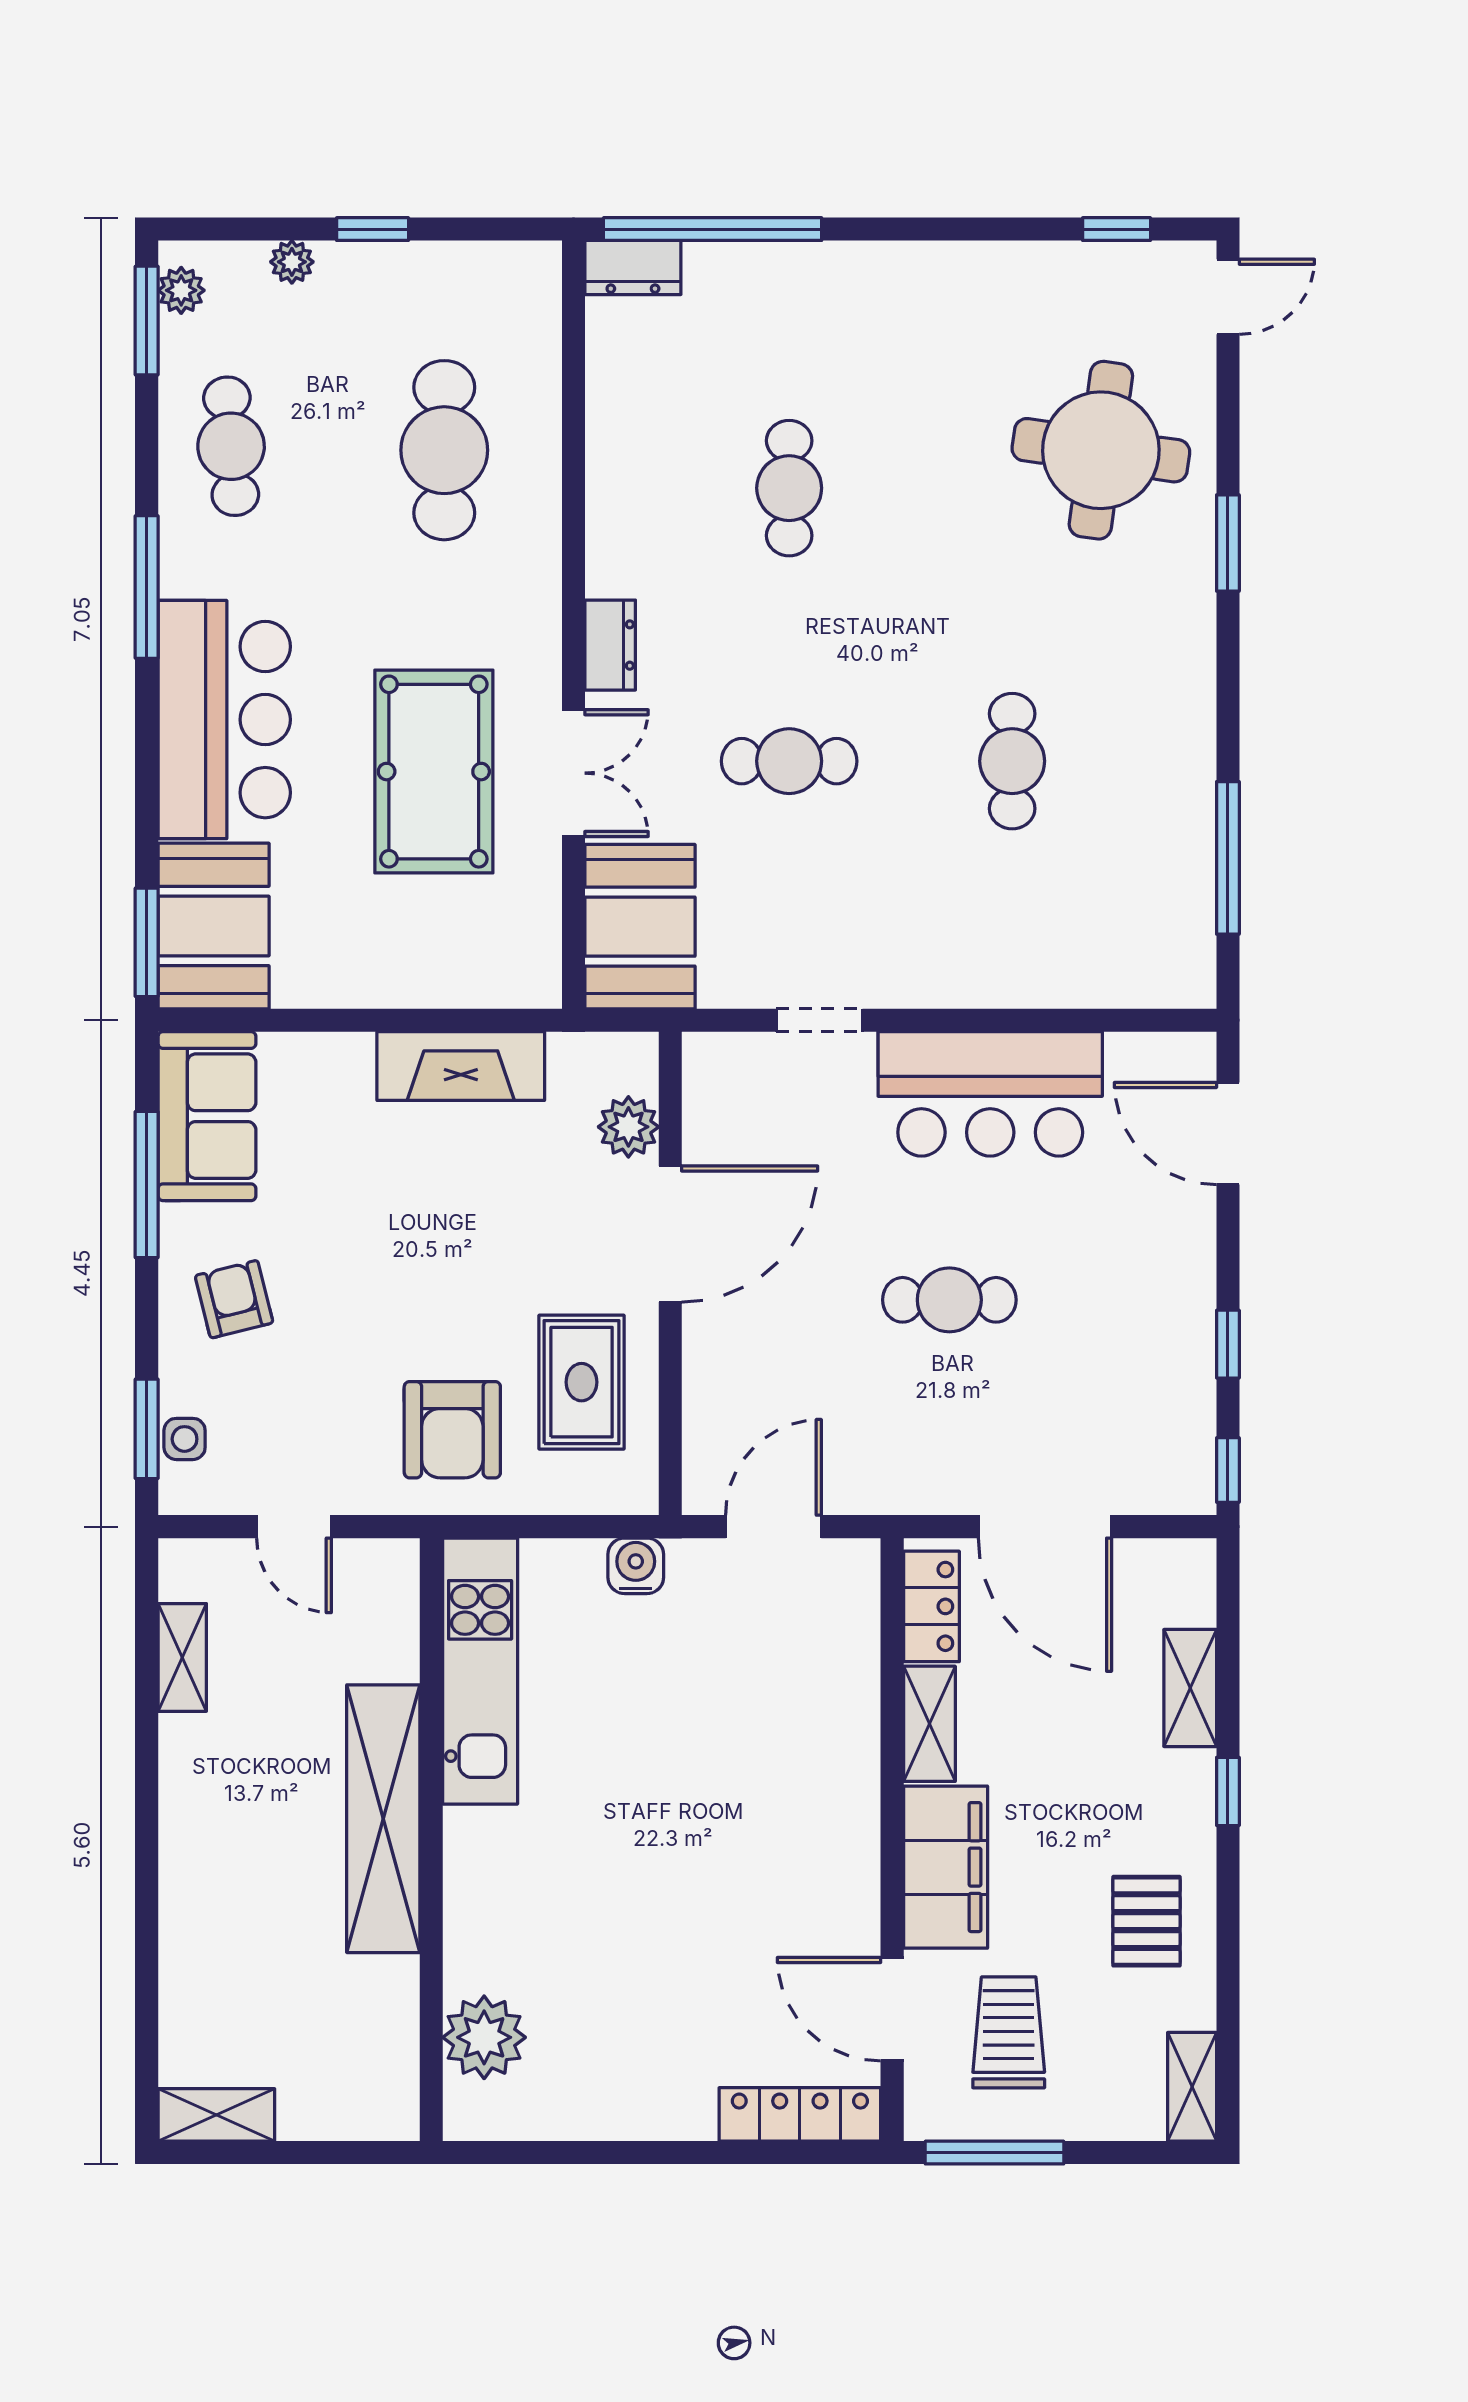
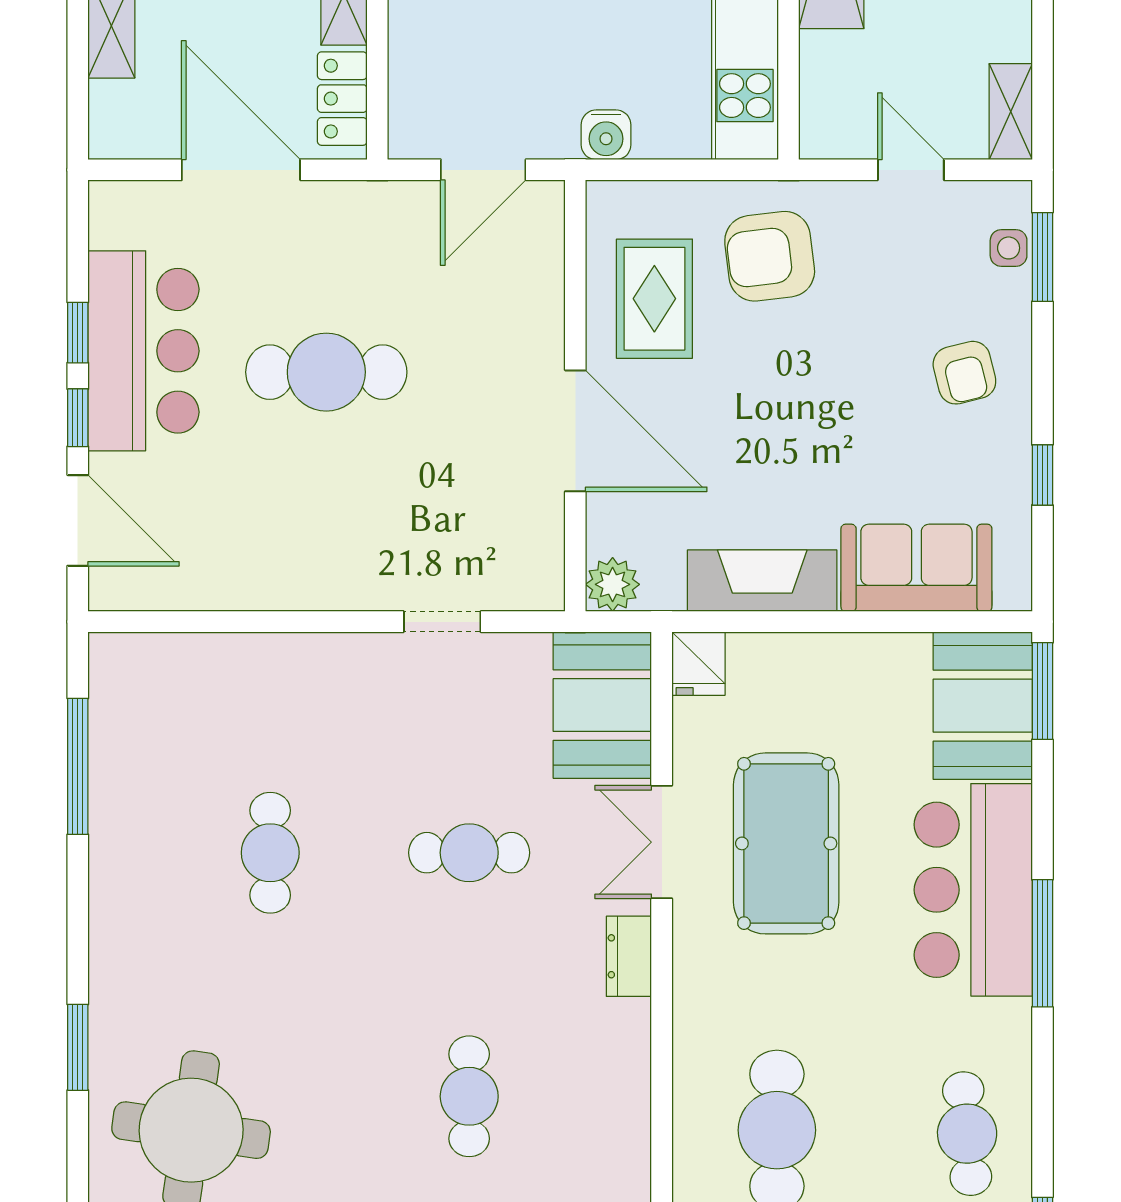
window: (147, 587) -> (1042, 943), moved
fridge: (532, 973) -> (698, 664), added
bar counter: (990, 1094) -> (143, 351), moved, turned 90
sofa: (207, 1116) -> (916, 568), moved, turned 90
plant: (628, 1127) -> (613, 584), moved
window: (147, 1185) -> (1042, 475), width x0.46
door: (670, 1234) -> (575, 431), swing flipped
cafe table: (949, 1300) -> (326, 372), width x1.37, depth x1.35
armchair: (452, 1430) -> (770, 256), turned -97
window: (1228, 1470) -> (78, 418), moved
shelving: (182, 1657) -> (1011, 112), moved

